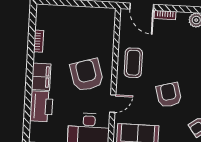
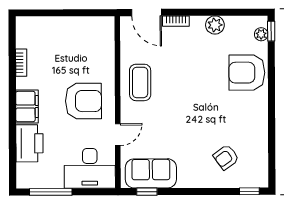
armchair: (87, 75) -> (83, 101), turned 107
armchair: (169, 95) -> (186, 120), removed

